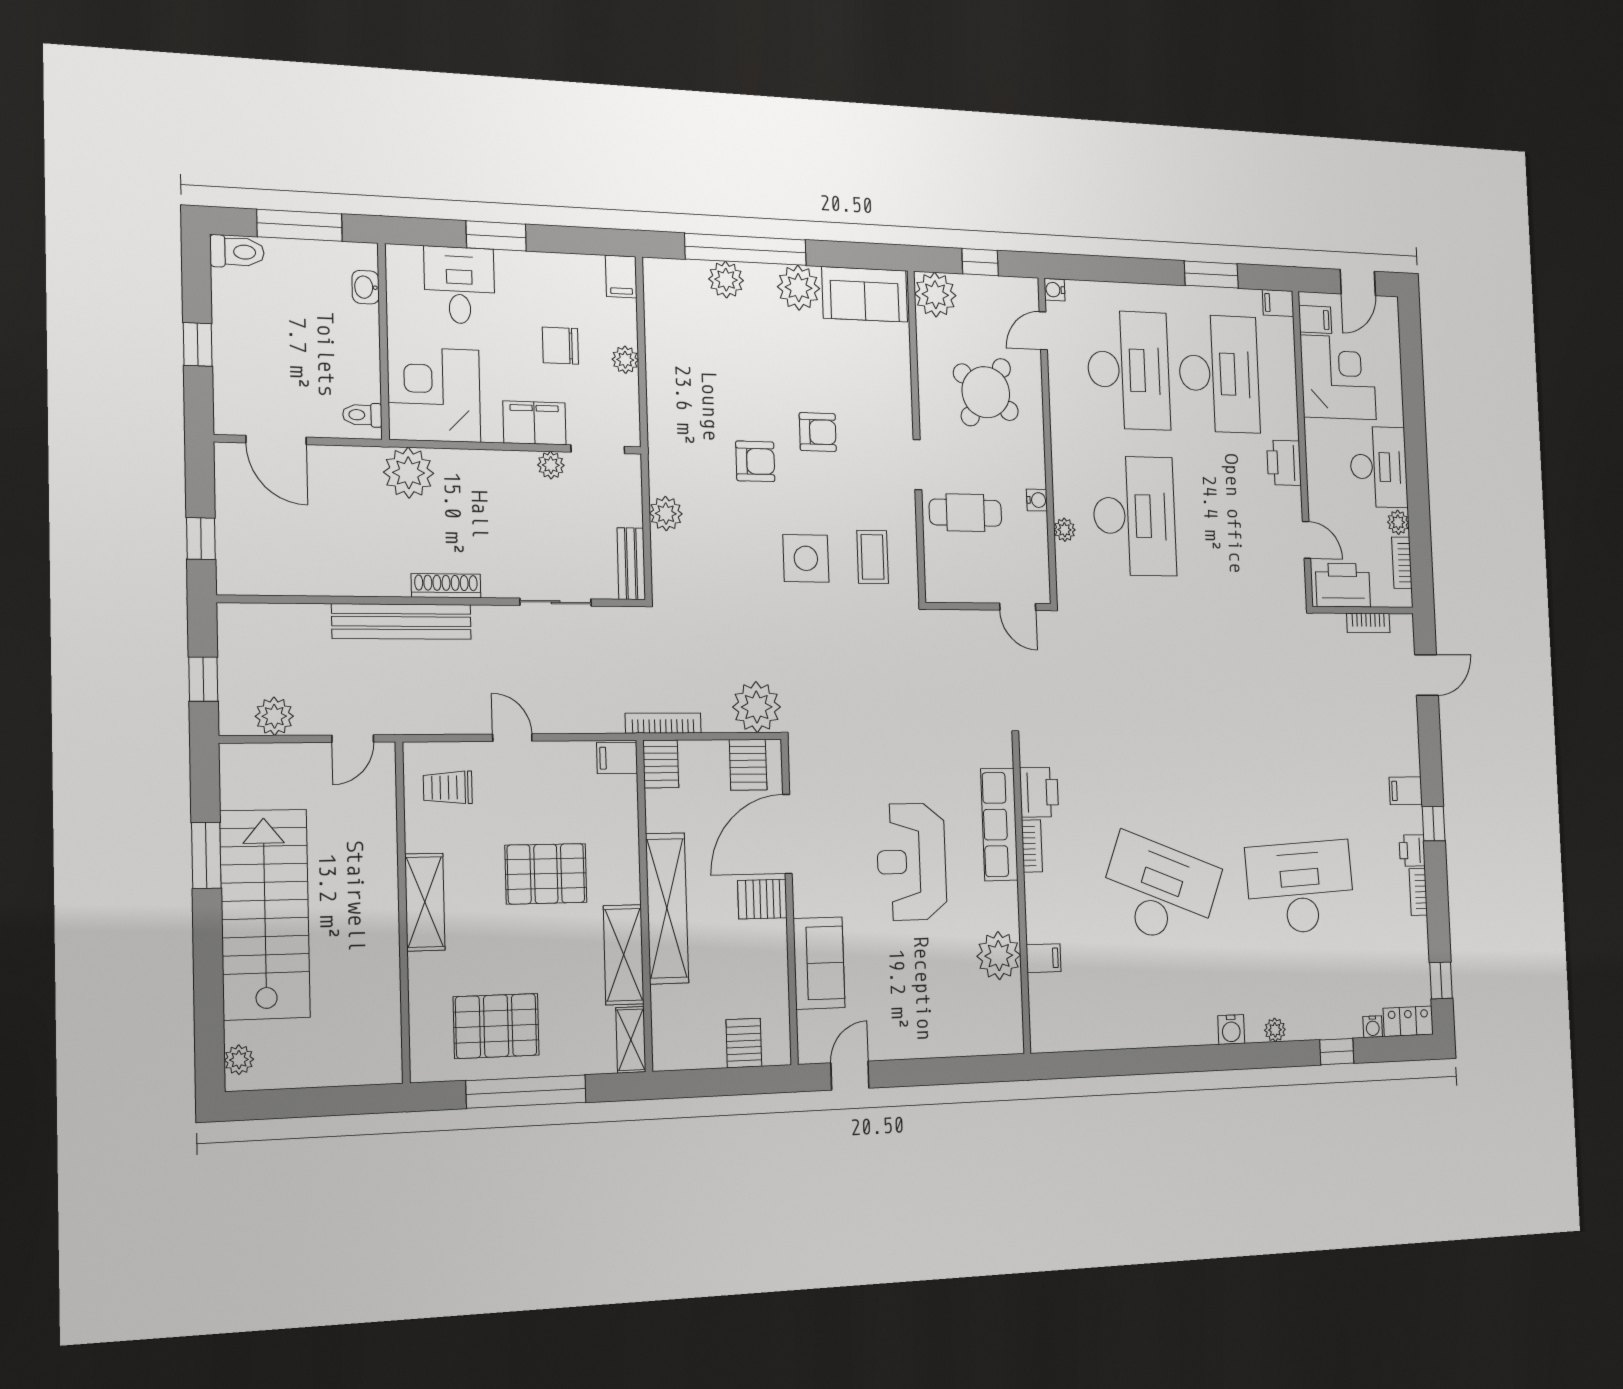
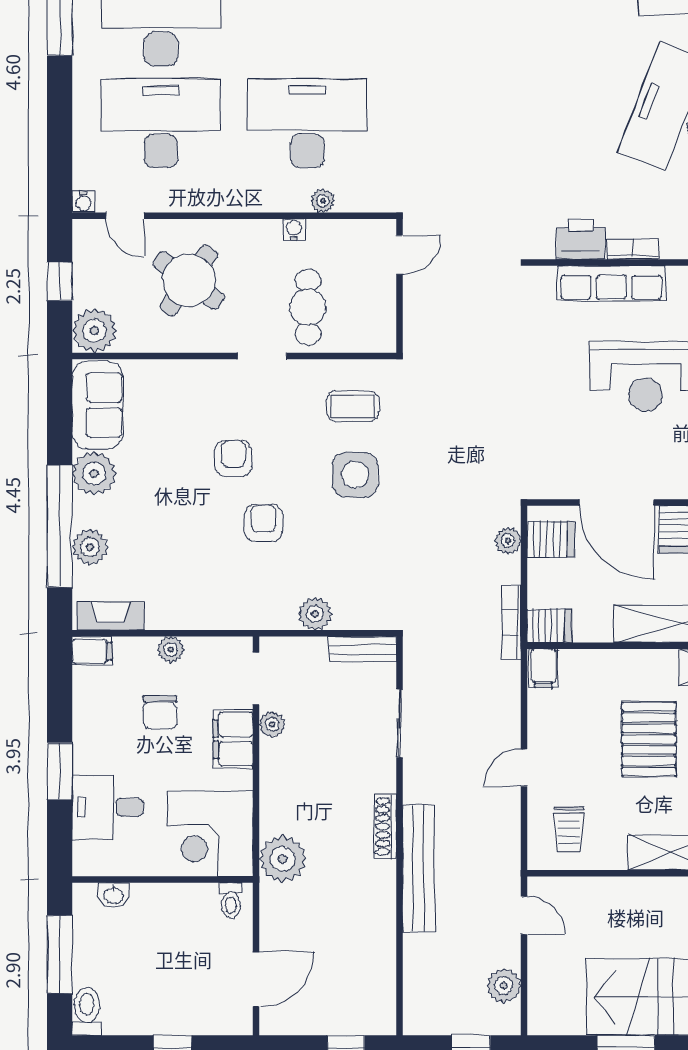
fireplace: (658, 298) -> (111, 616), added
plant: (757, 707) -> (508, 541), width x0.53, depth x0.53

